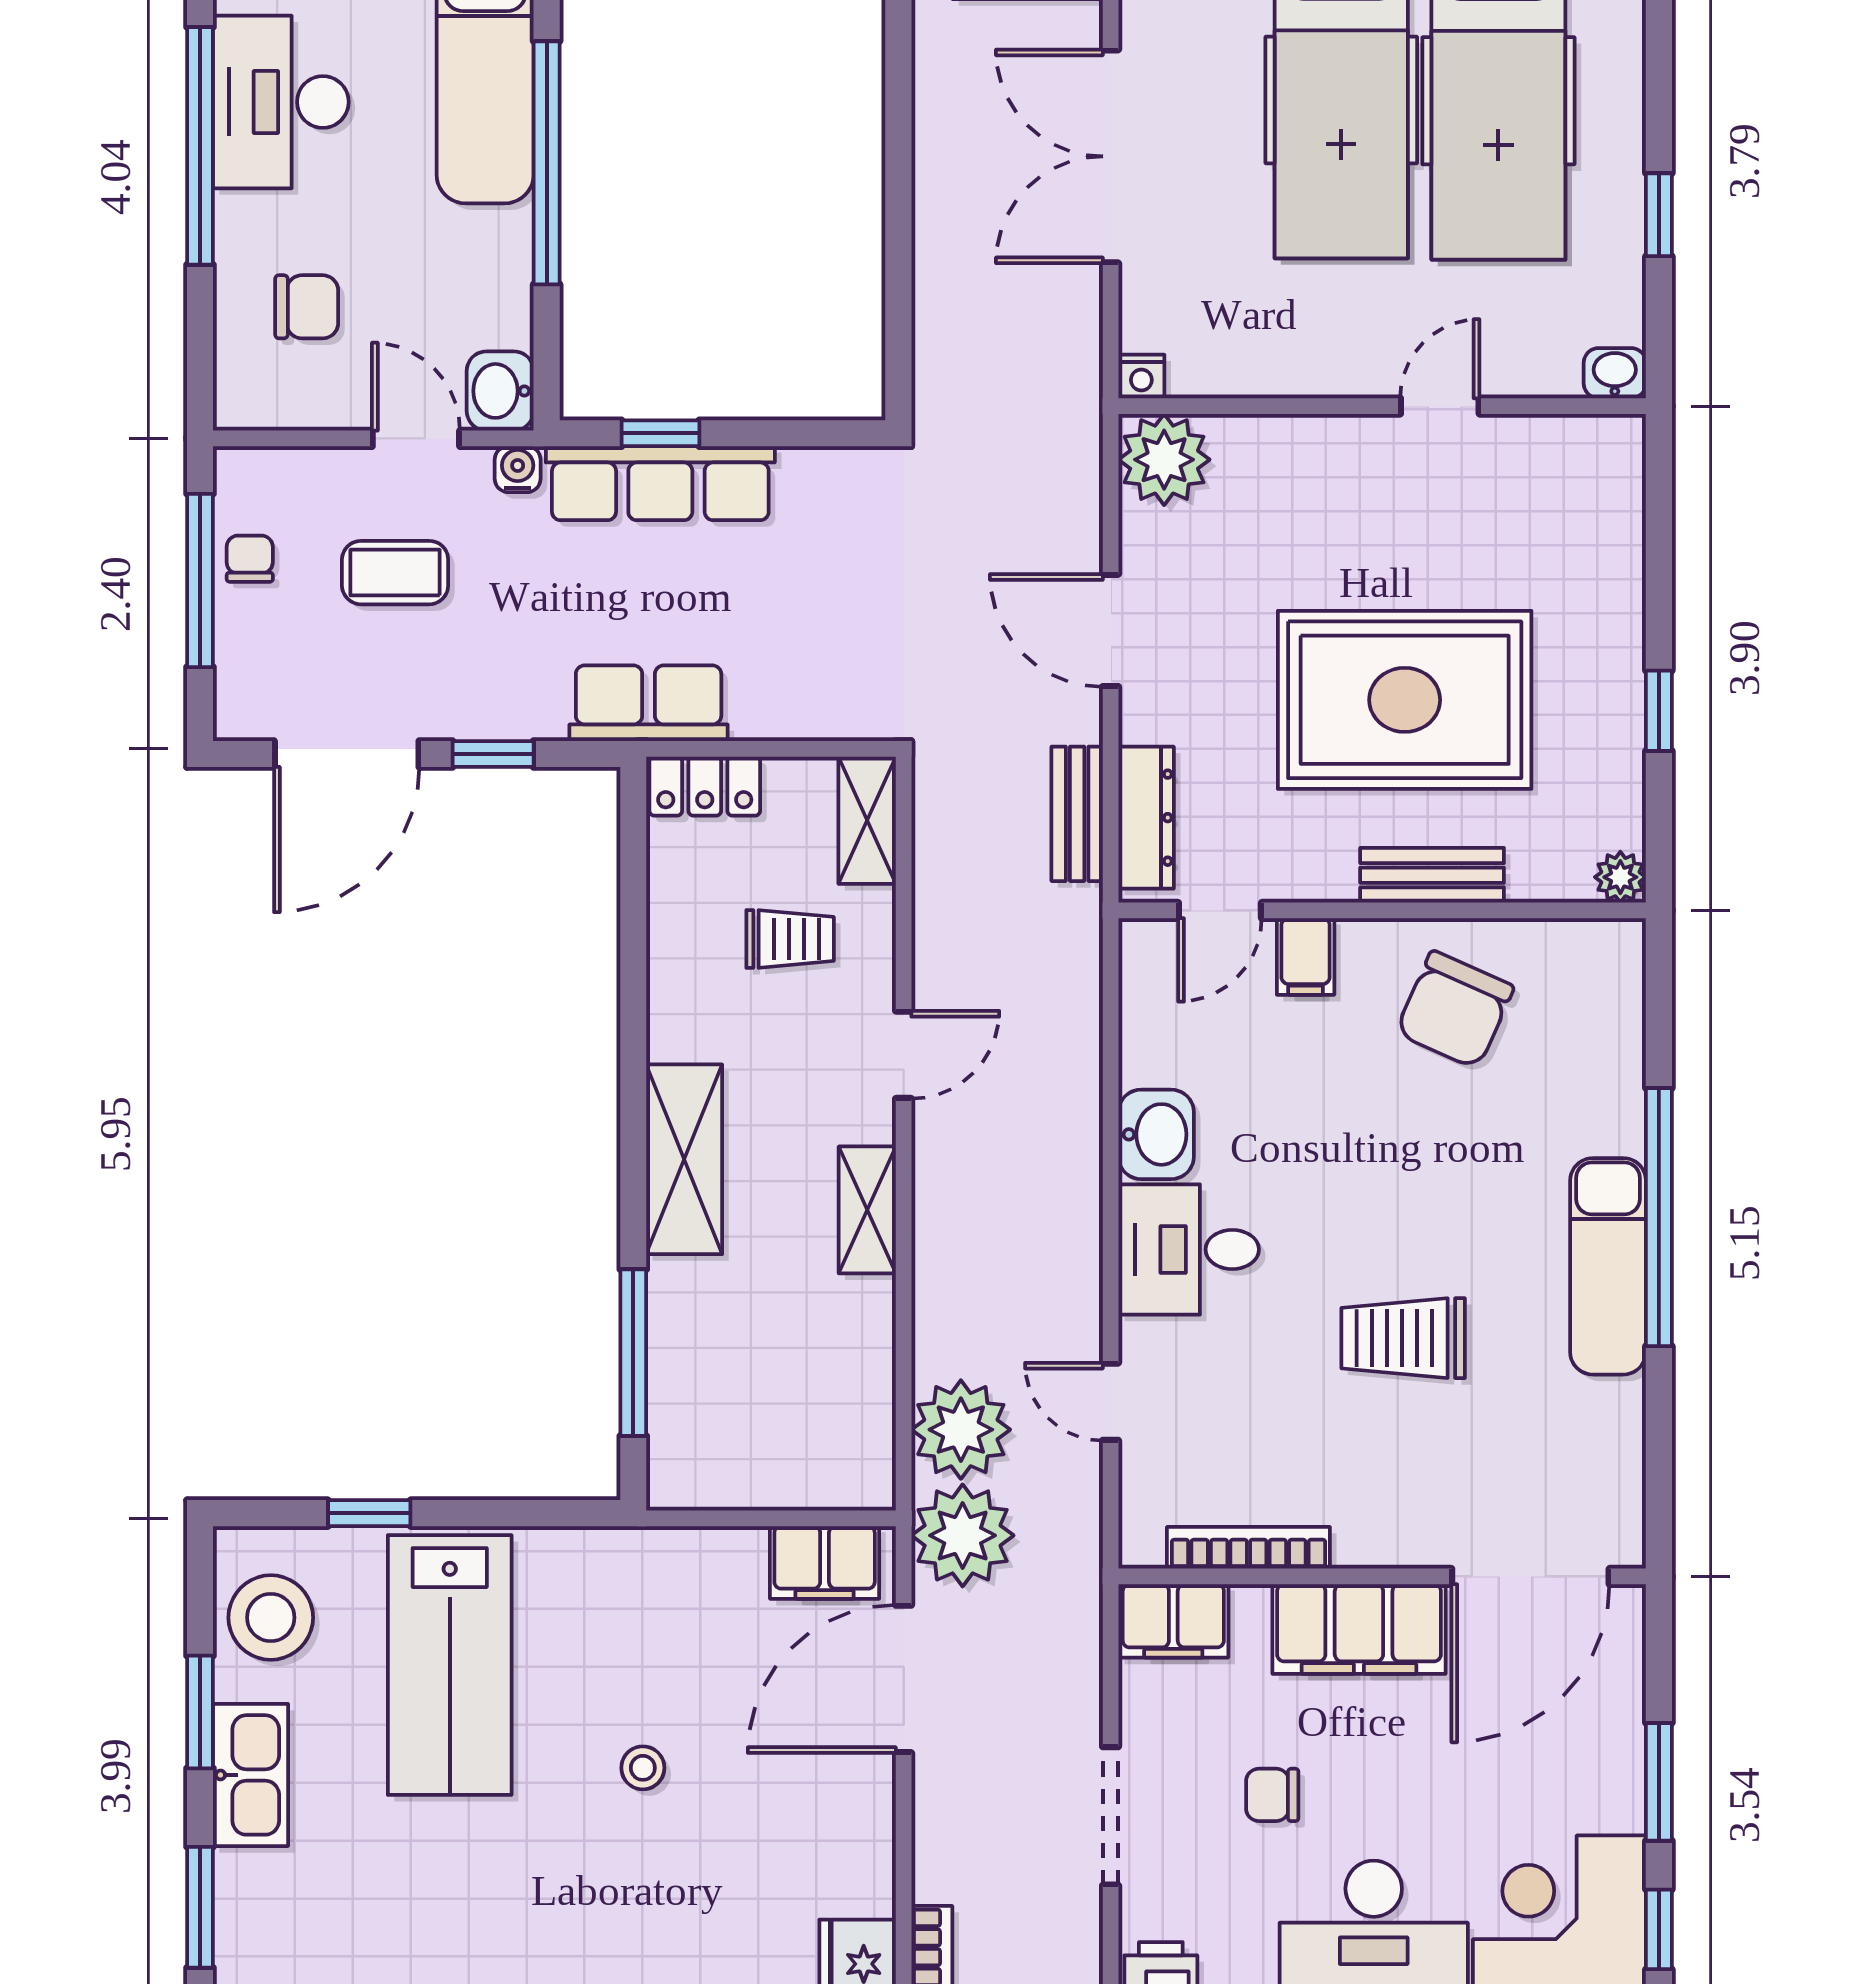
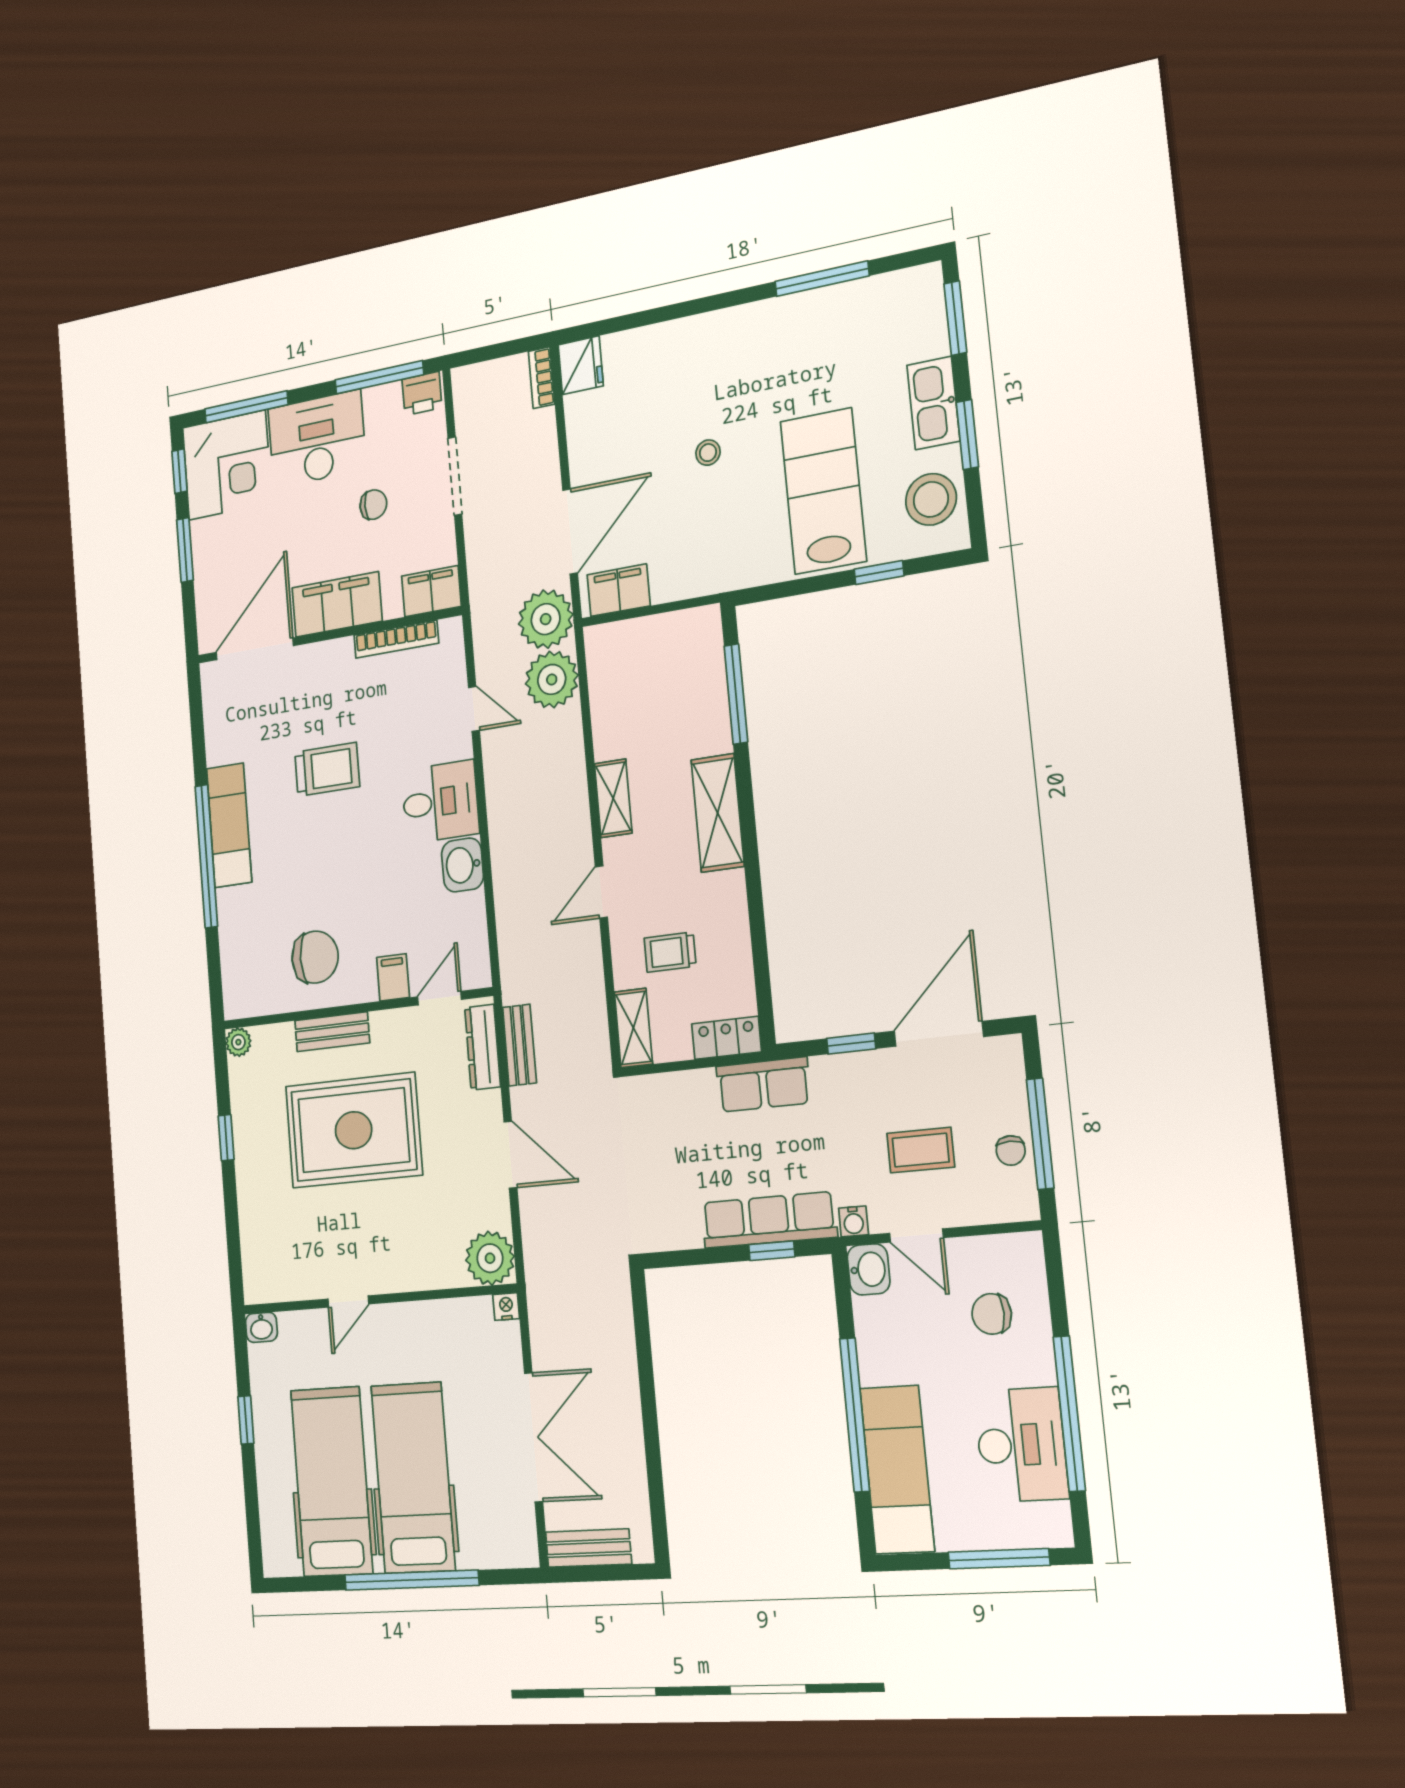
chair: (1455, 1010) -> (315, 957), turned 66

